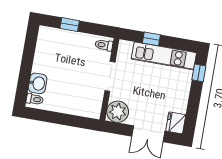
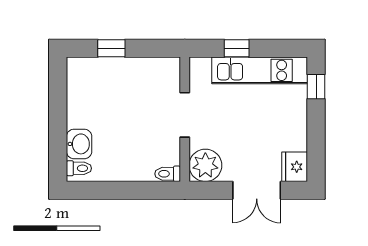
toilet: (104, 45) -> (168, 174), moved

